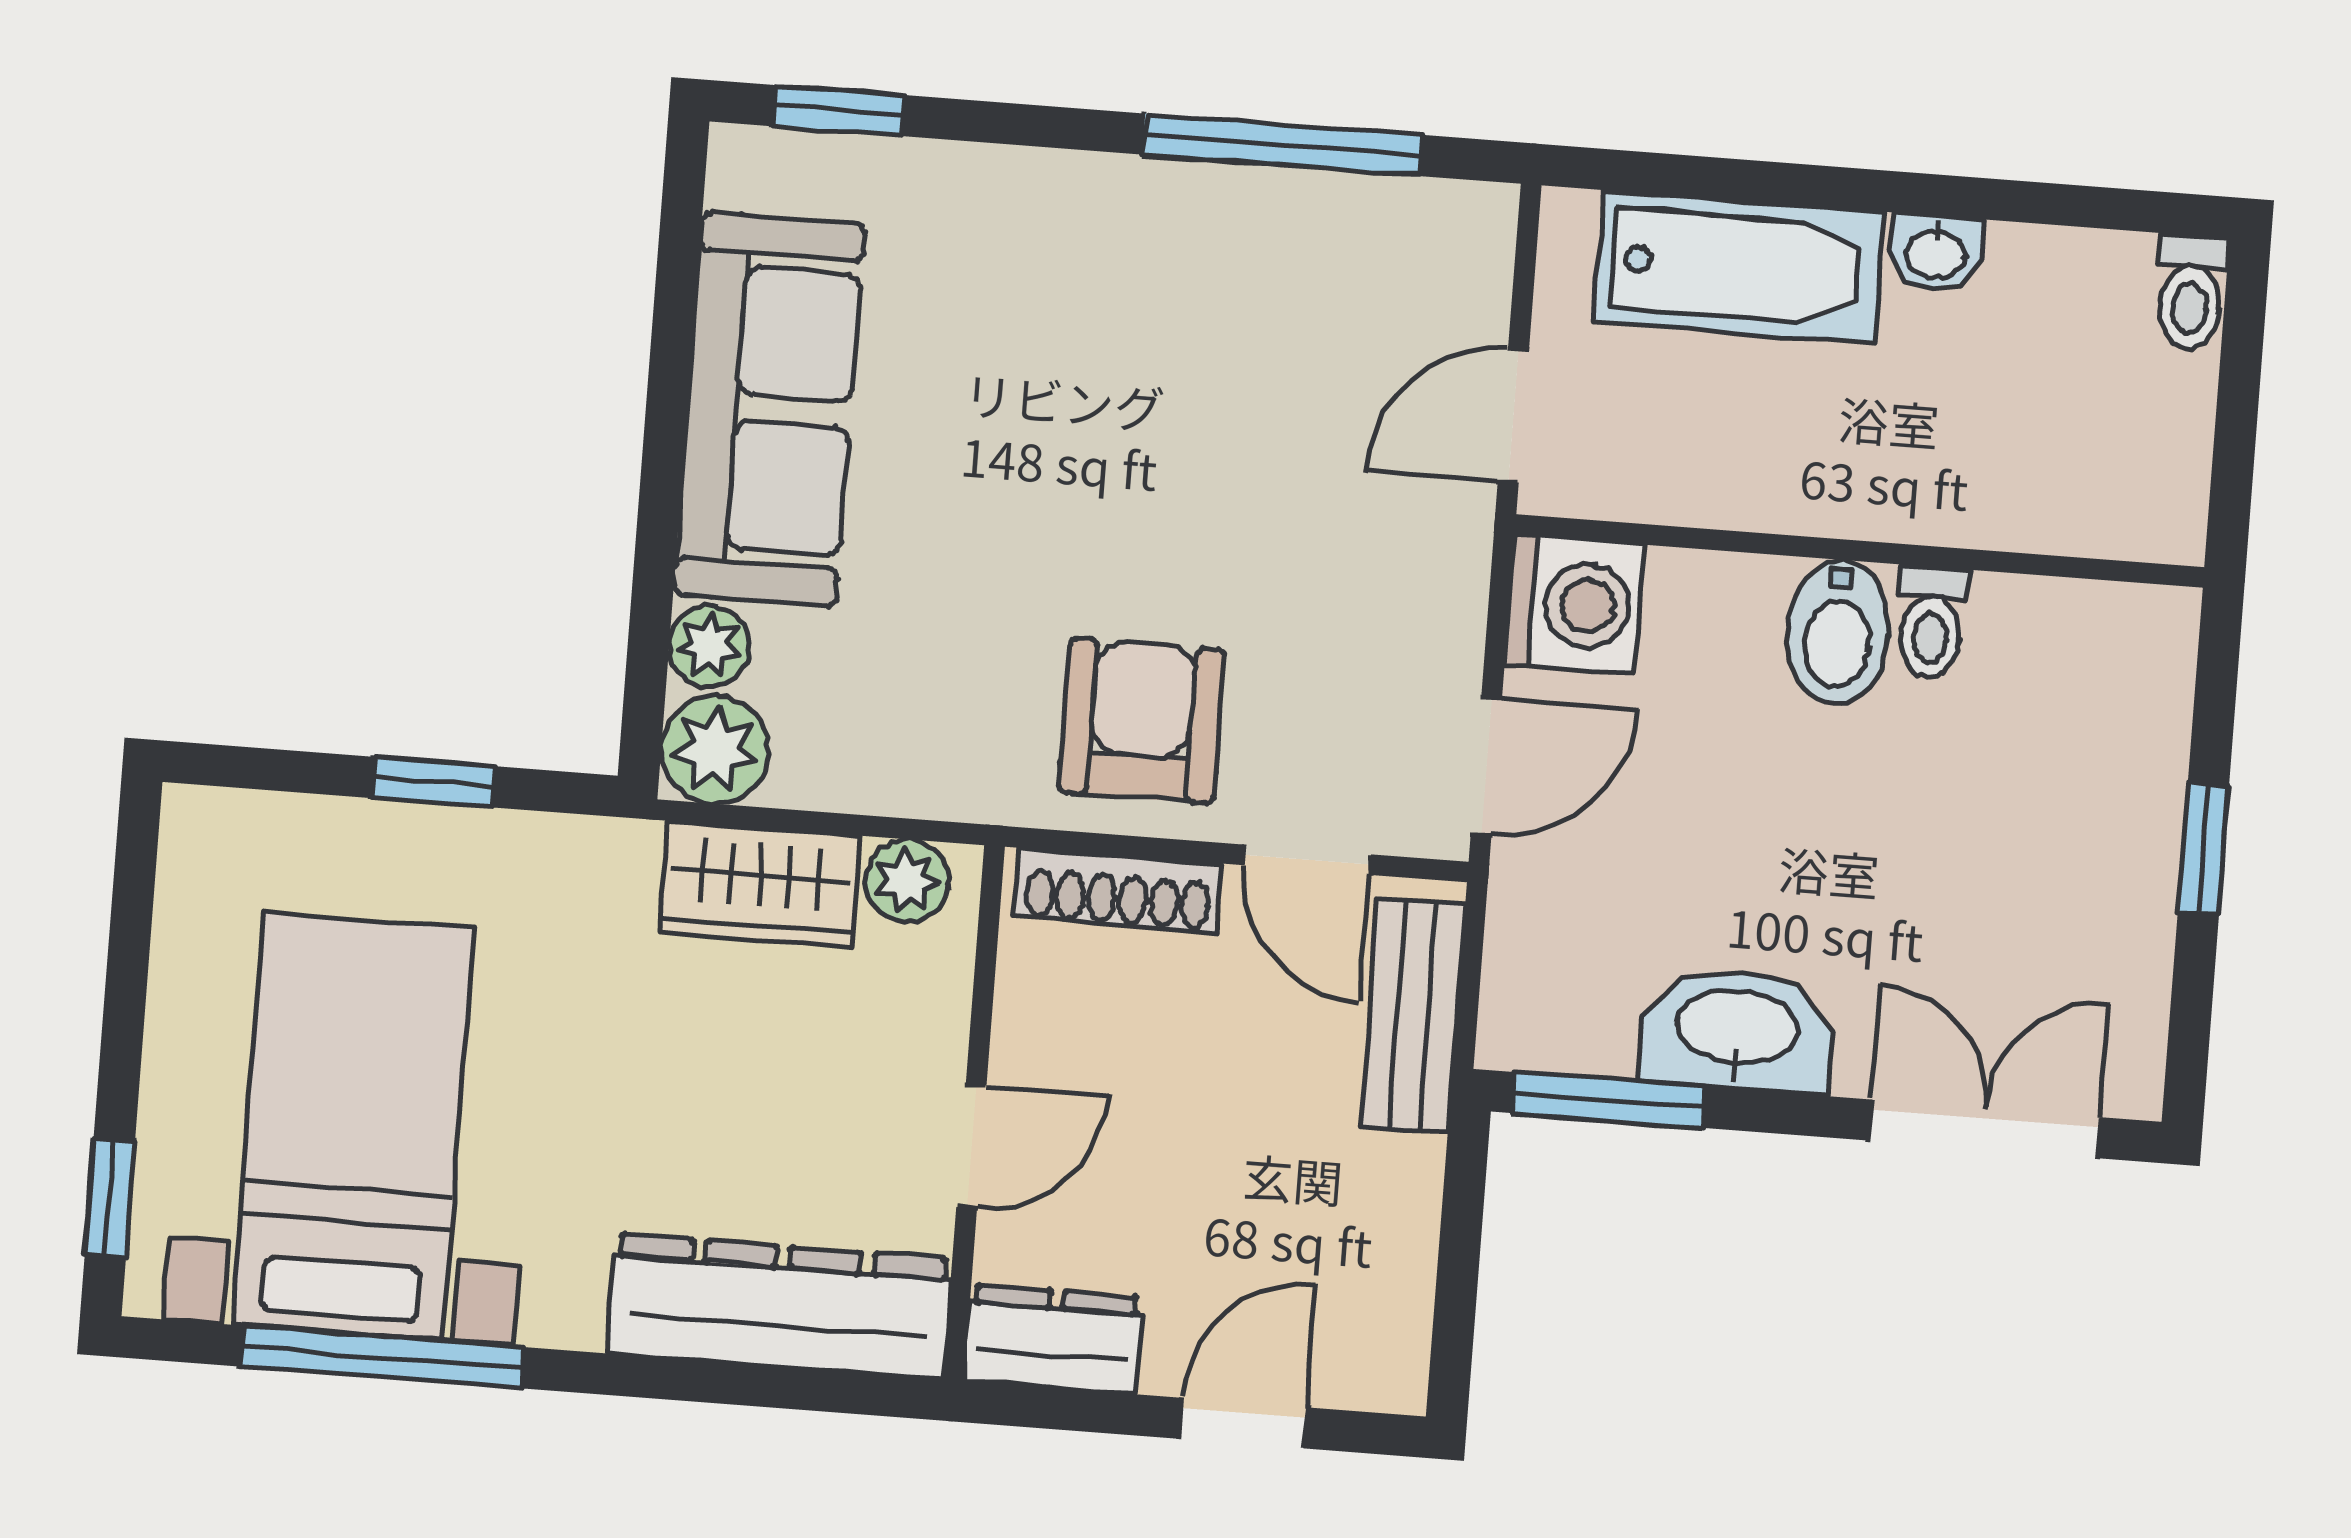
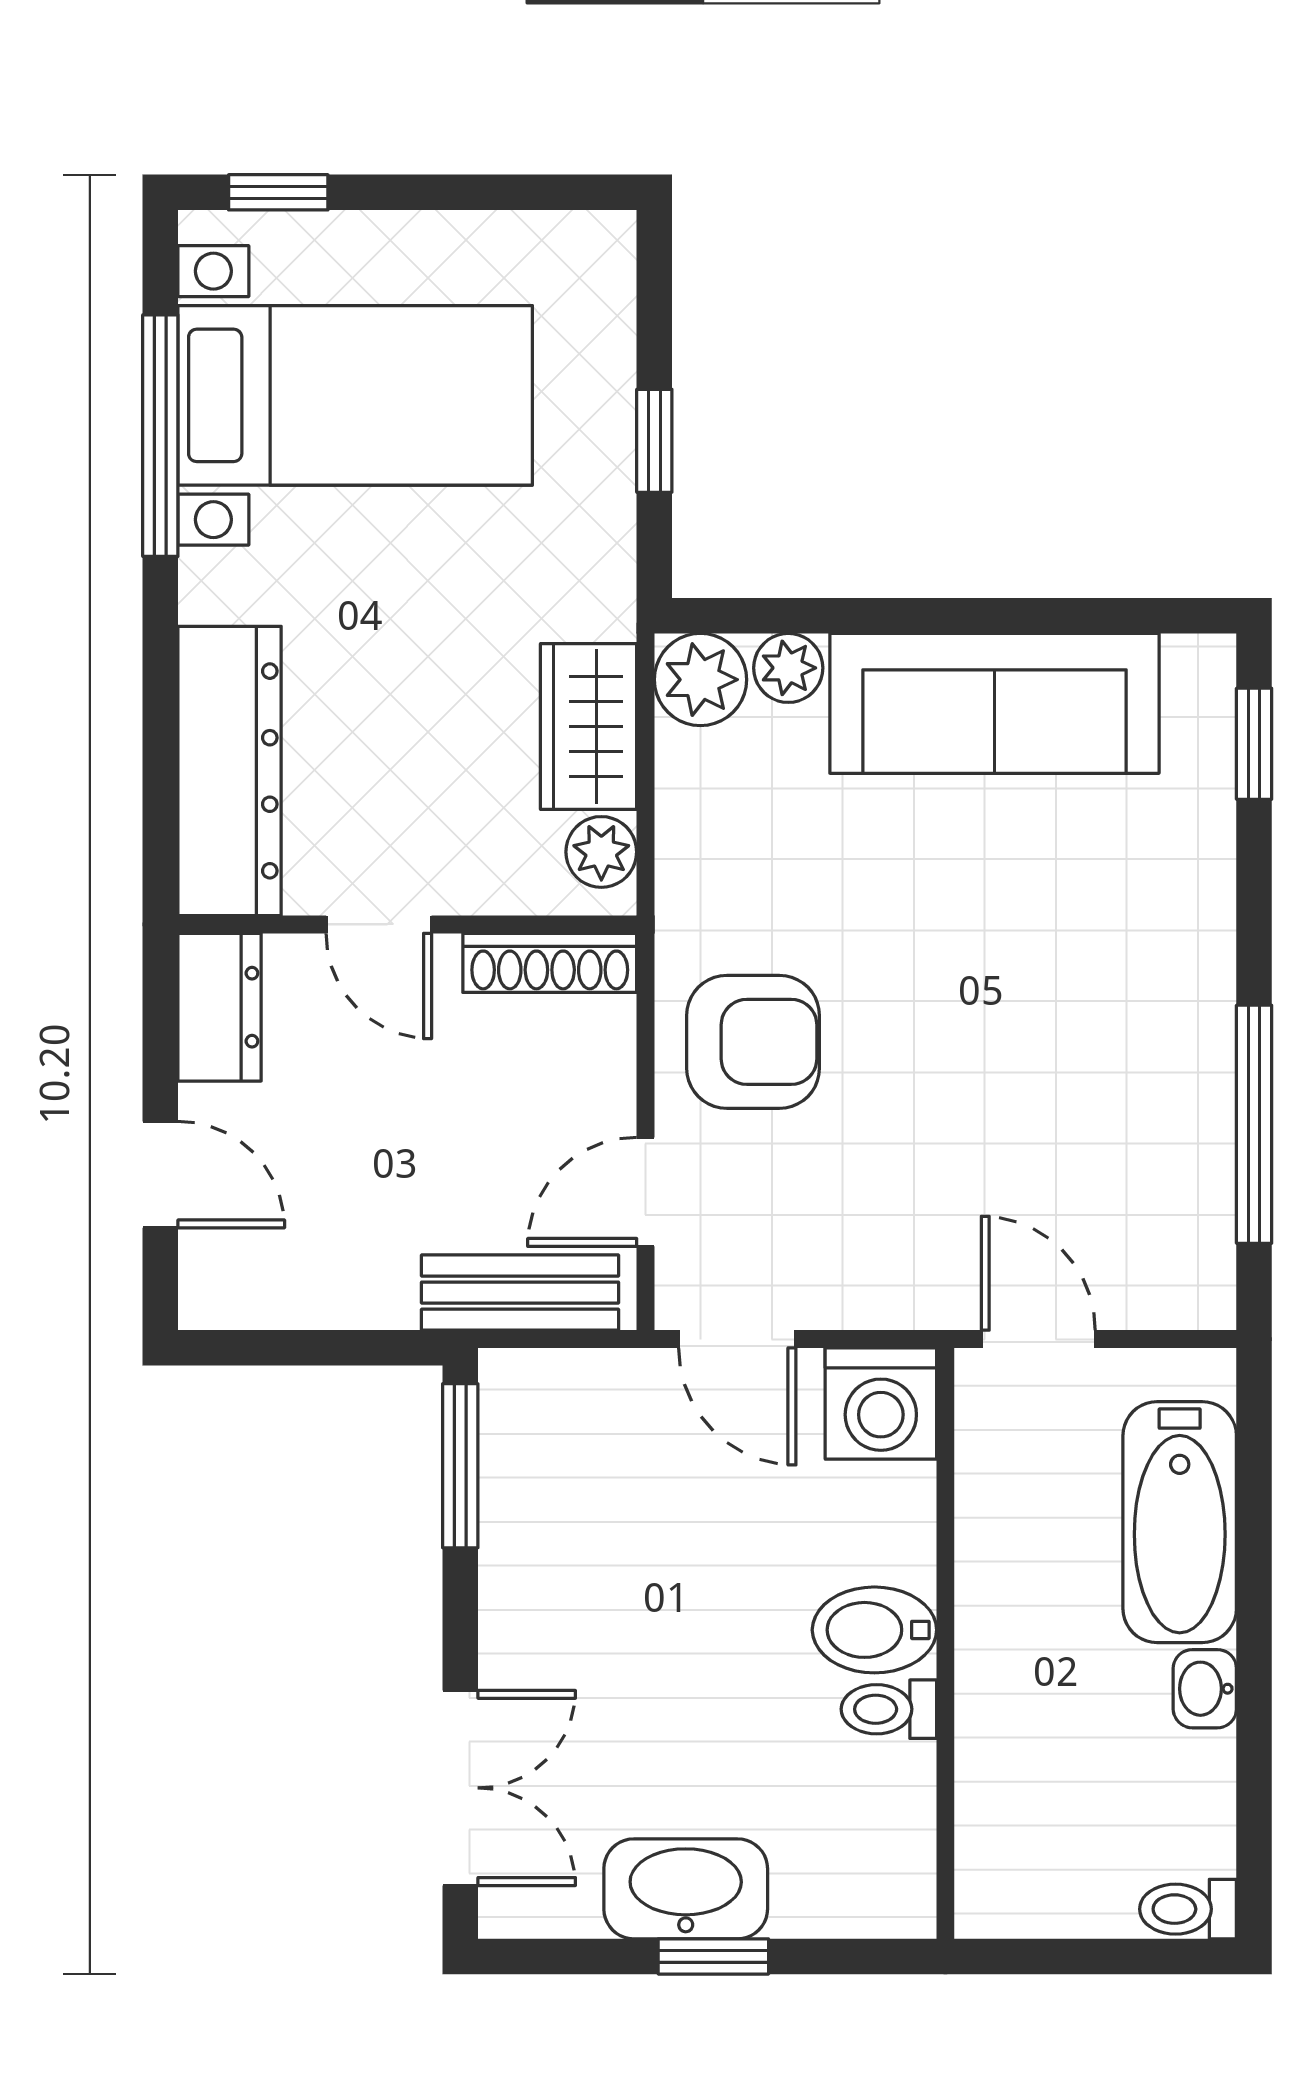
shoe rack: (1118, 890) -> (550, 963), moved, turned -90
washbasin: (1737, 1031) -> (686, 1889), moved, turned -90

